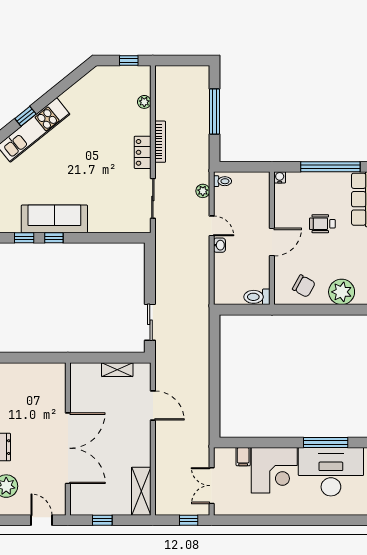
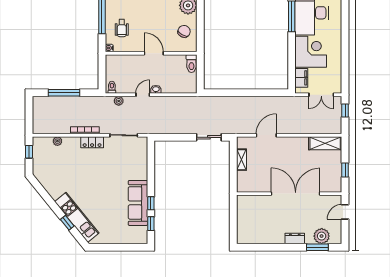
wheelchair: (322, 224) -> (122, 28), moved
filing cabinet: (243, 457) -> (301, 78), width x2.00

